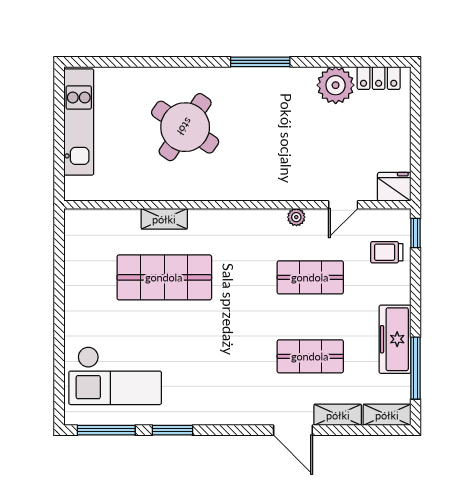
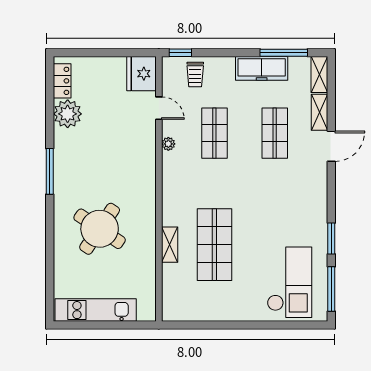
fridge: (394, 187) -> (141, 74), width x1.36, depth x1.34

